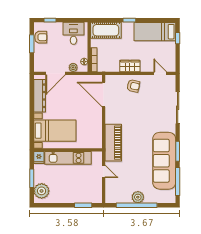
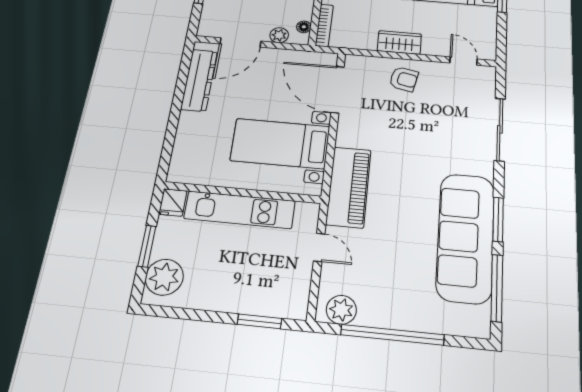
bed with nightstands: (55, 131) -> (280, 143), moved, turned 180
plant: (138, 197) -> (341, 310), moved

